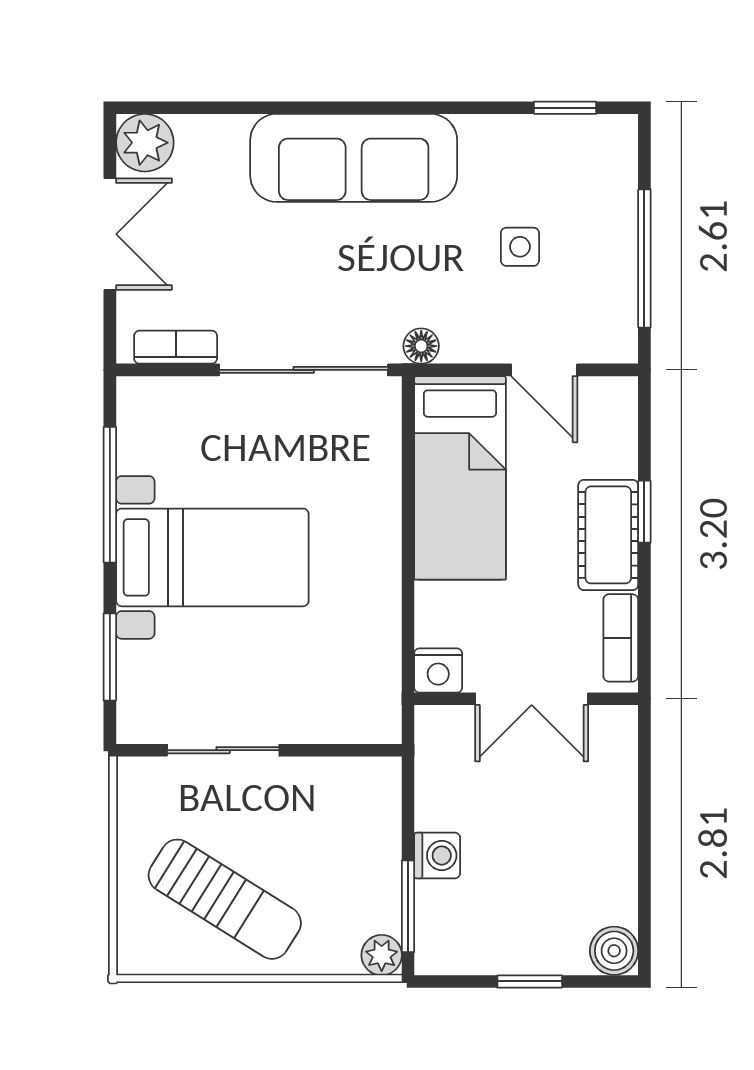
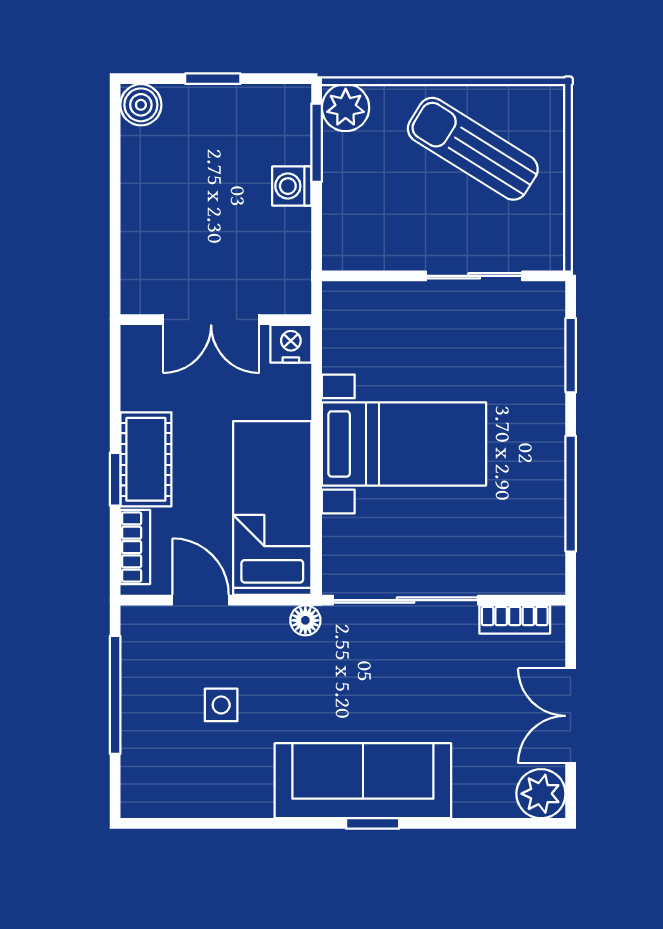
window: (565, 108) -> (373, 823), moved
bed with nightstands: (212, 557) -> (404, 444), moved, turned 180
bookcase: (621, 638) -> (135, 547), moved
double door: (532, 699) -> (211, 320), swing flipped
plant: (382, 955) -> (346, 108), width x1.38, depth x1.38

